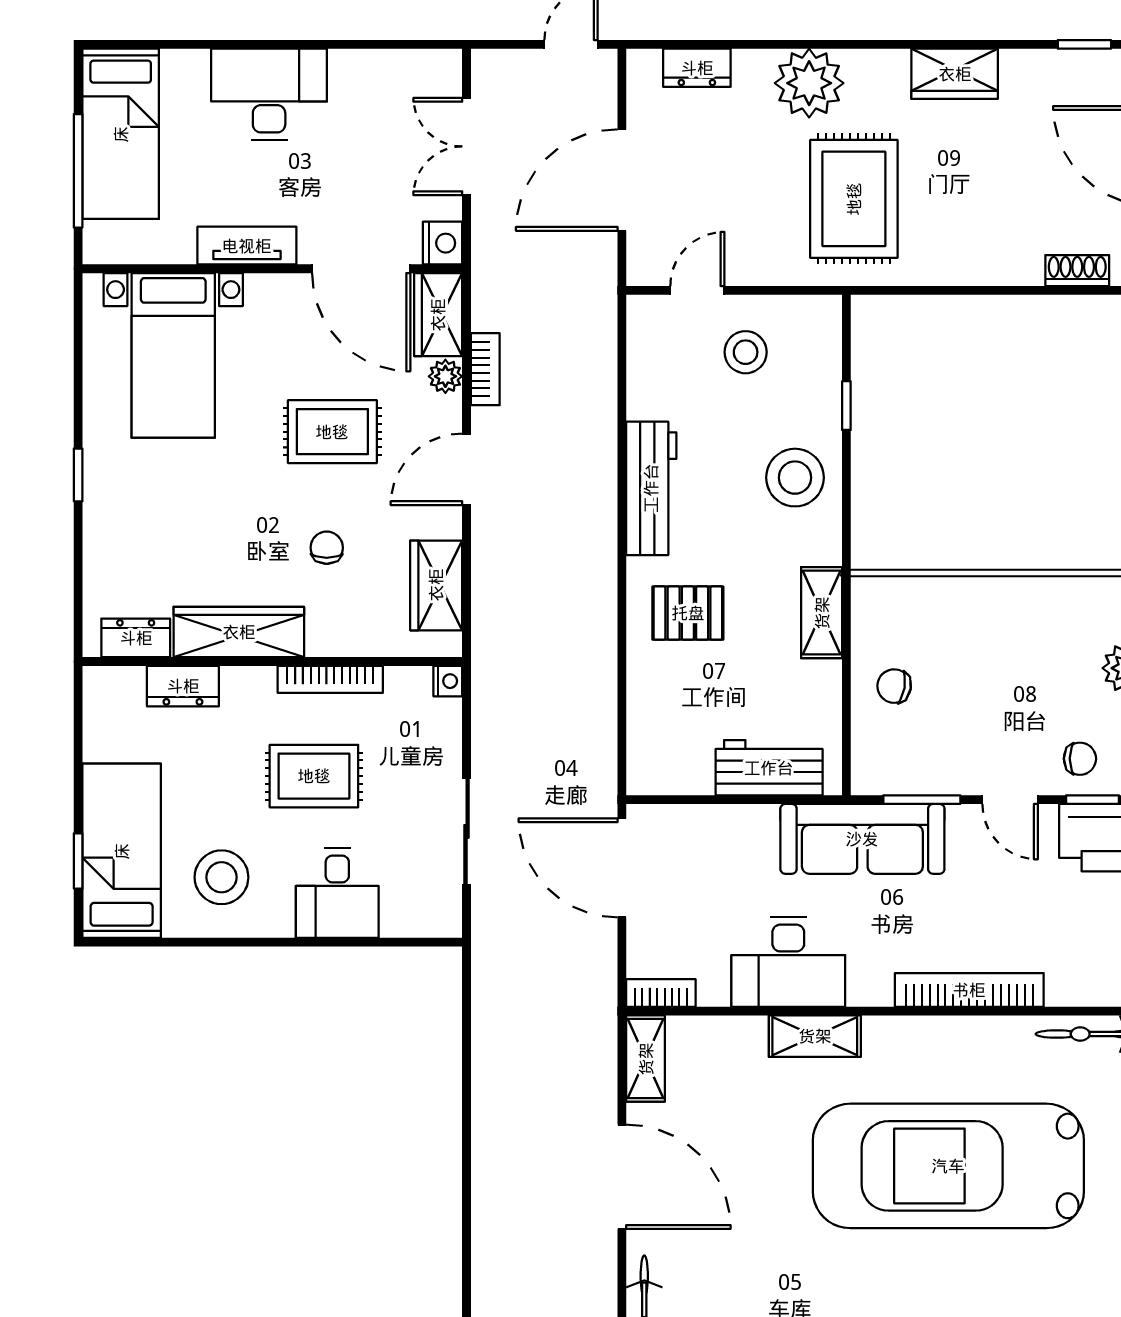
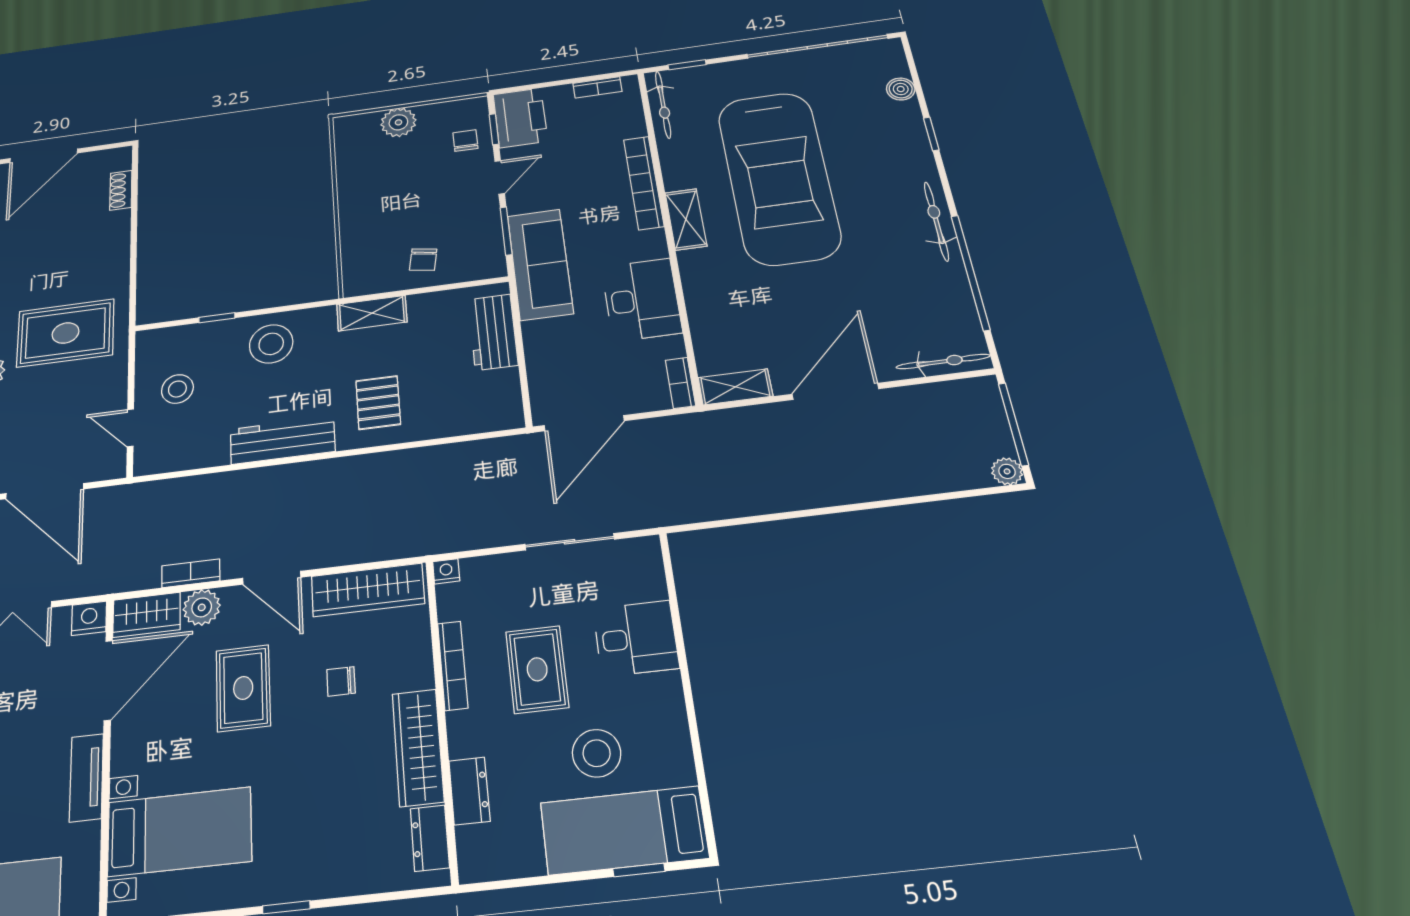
plant: (445, 376) -> (202, 607), width x1.38, depth x1.38
wardrobe: (436, 585) -> (368, 590), width x1.50
stool: (221, 877) -> (597, 753), moved
shelving: (815, 1036) -> (686, 219), moved

